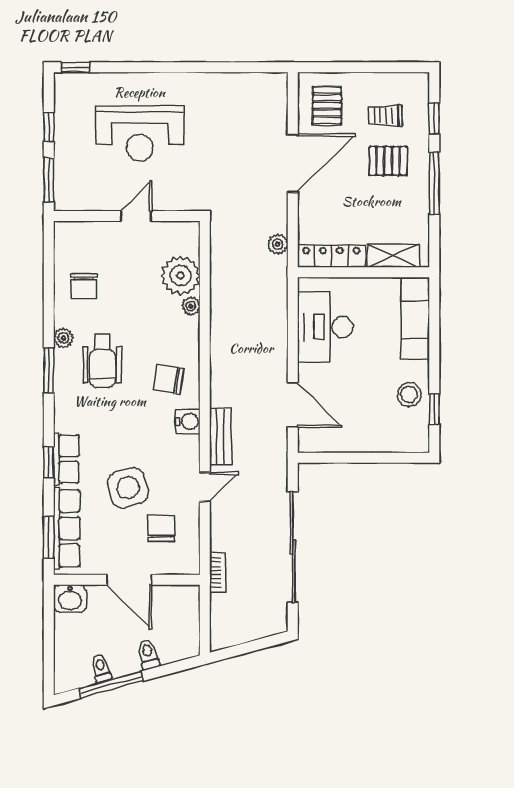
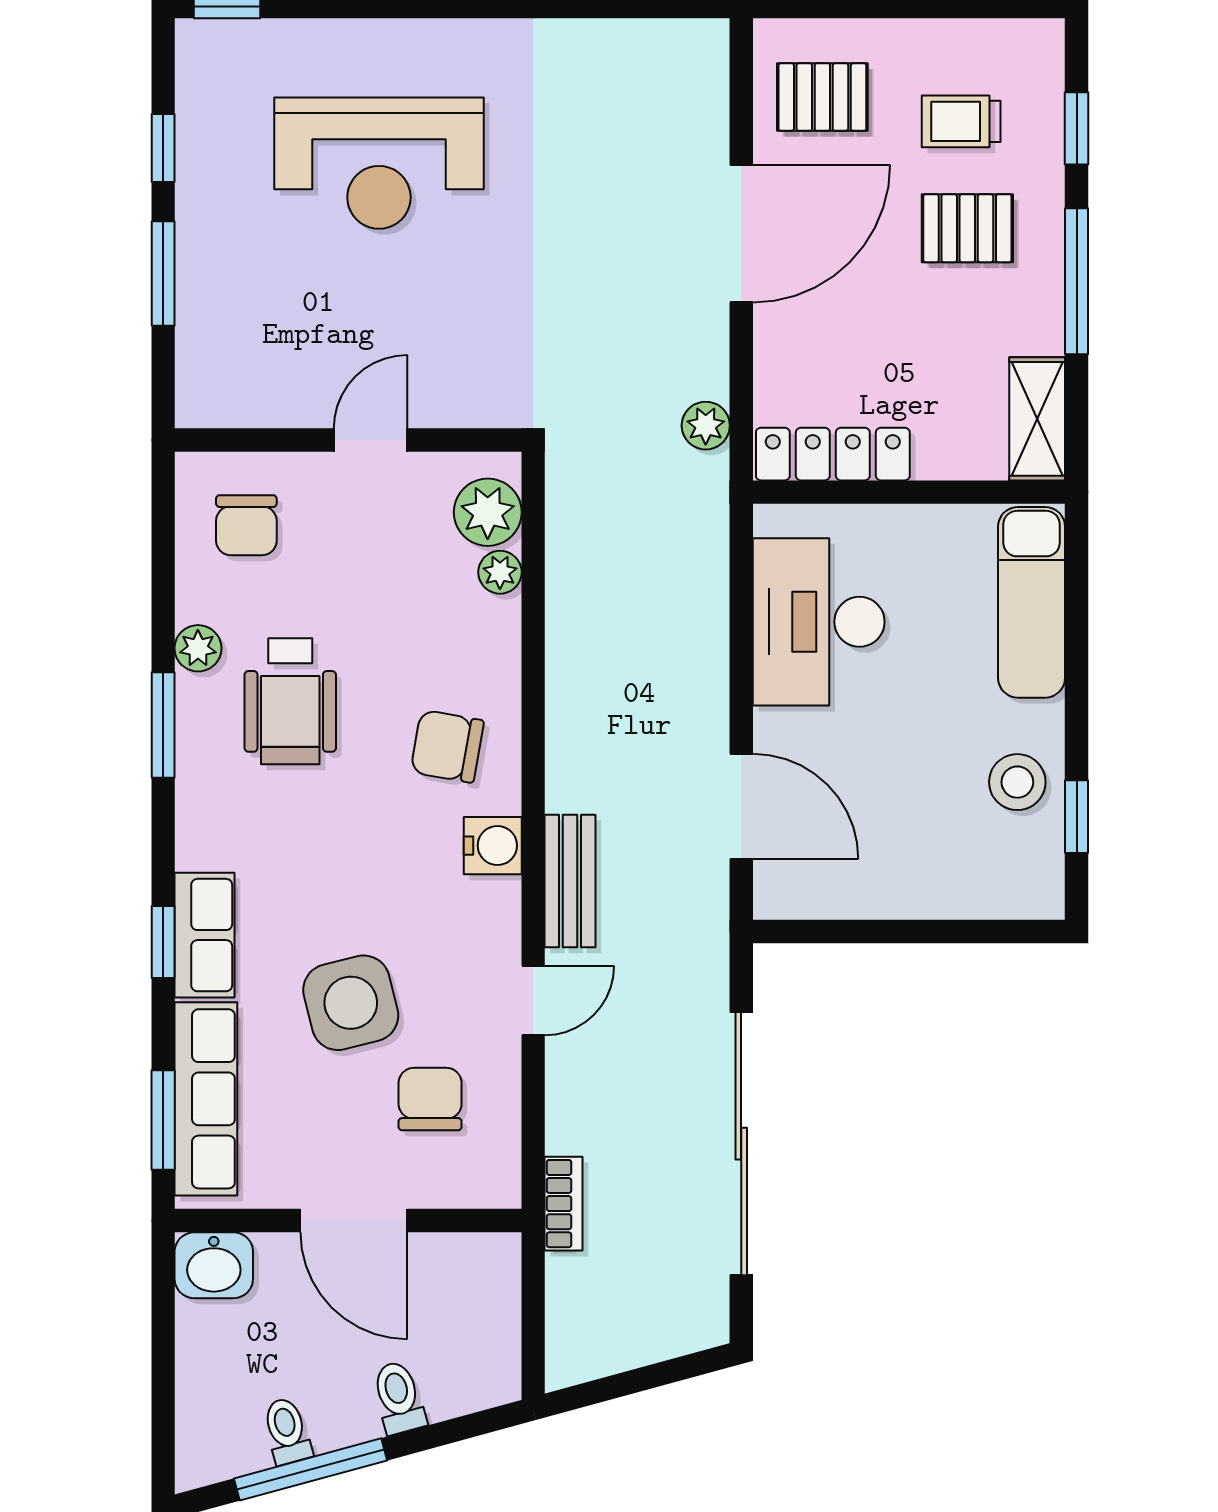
pallet: (327, 105) -> (822, 97), turned 90
wall: (127, 216) -> (348, 440), moved
door: (136, 216) -> (371, 440), moved
shelving: (393, 256) -> (1037, 419), moved, turned 90
plant: (180, 275) -> (488, 512), width x0.73, depth x0.73

